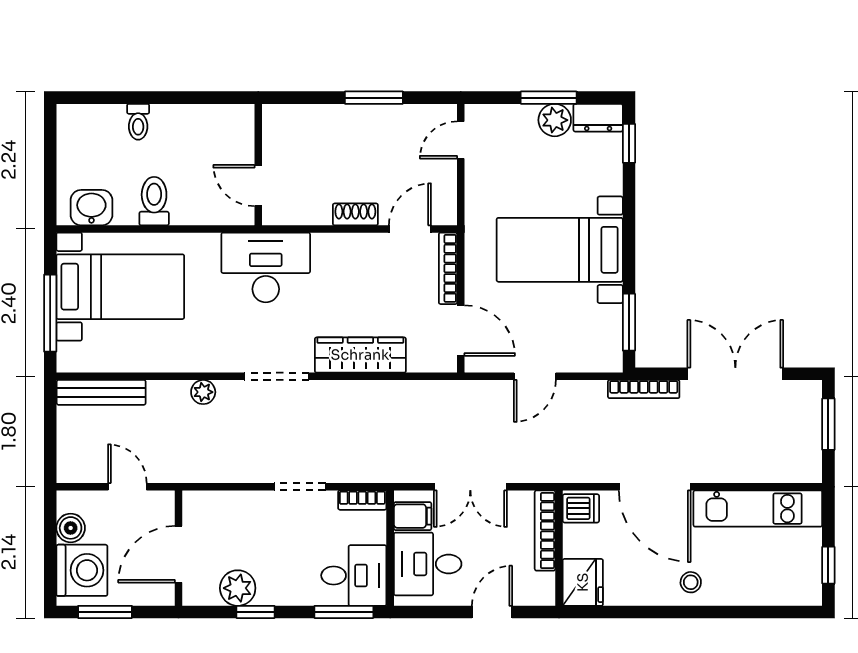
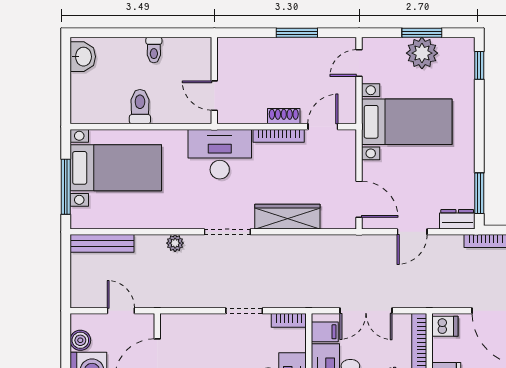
dresser: (598, 118) -> (457, 219), moved, turned 180
plant: (555, 120) -> (422, 53), width x1.36, depth x1.36
toilet: (138, 122) -> (154, 50), moved
washbasin: (91, 208) -> (83, 57), moved, turned 90
bed with nightstands: (560, 250) -> (407, 122), moved, turned 180
bookcase: (448, 268) -> (279, 136), moved, turned -90

